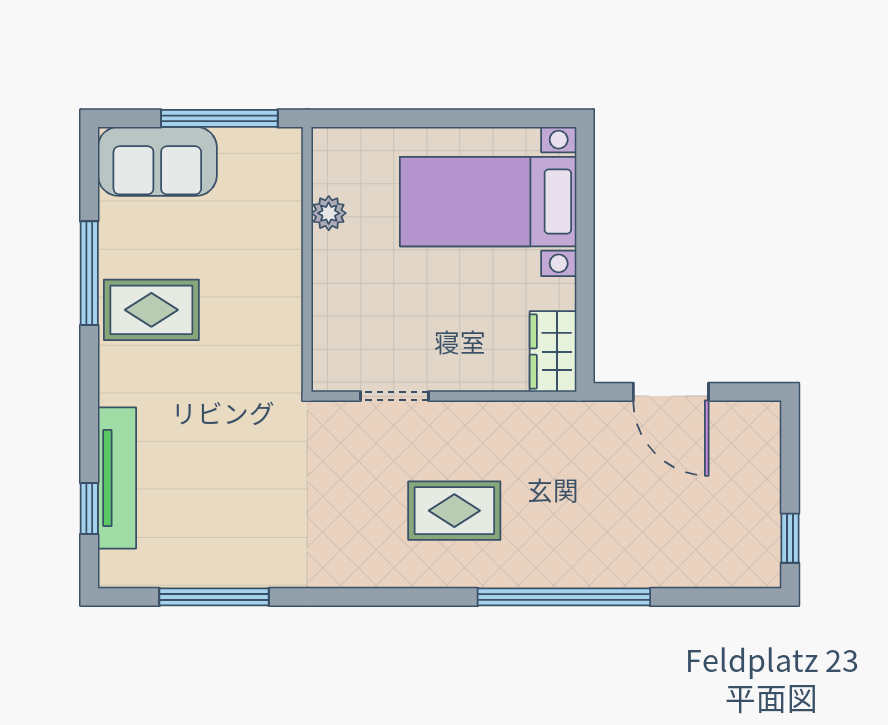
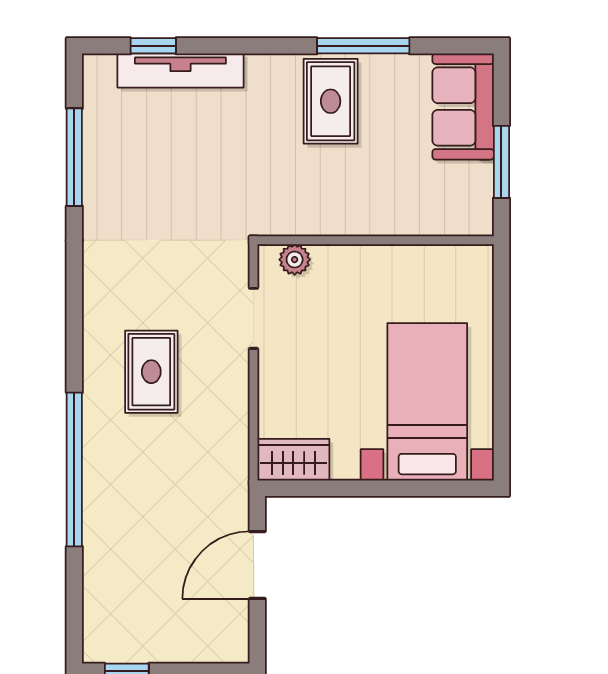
window: (219, 118) -> (501, 162), width x0.69
plant: (329, 213) -> (295, 260), moved

